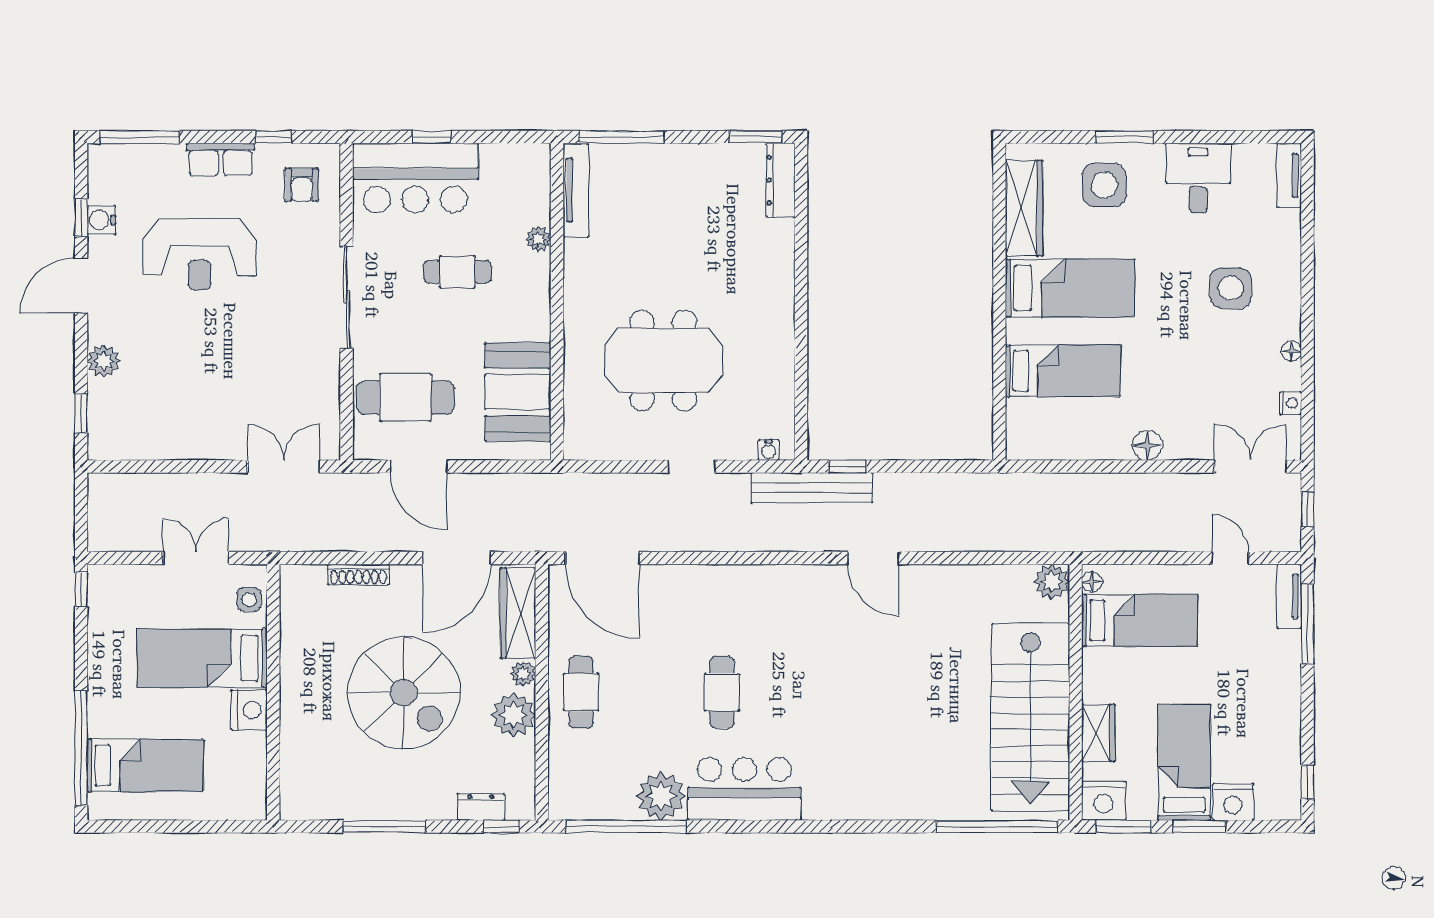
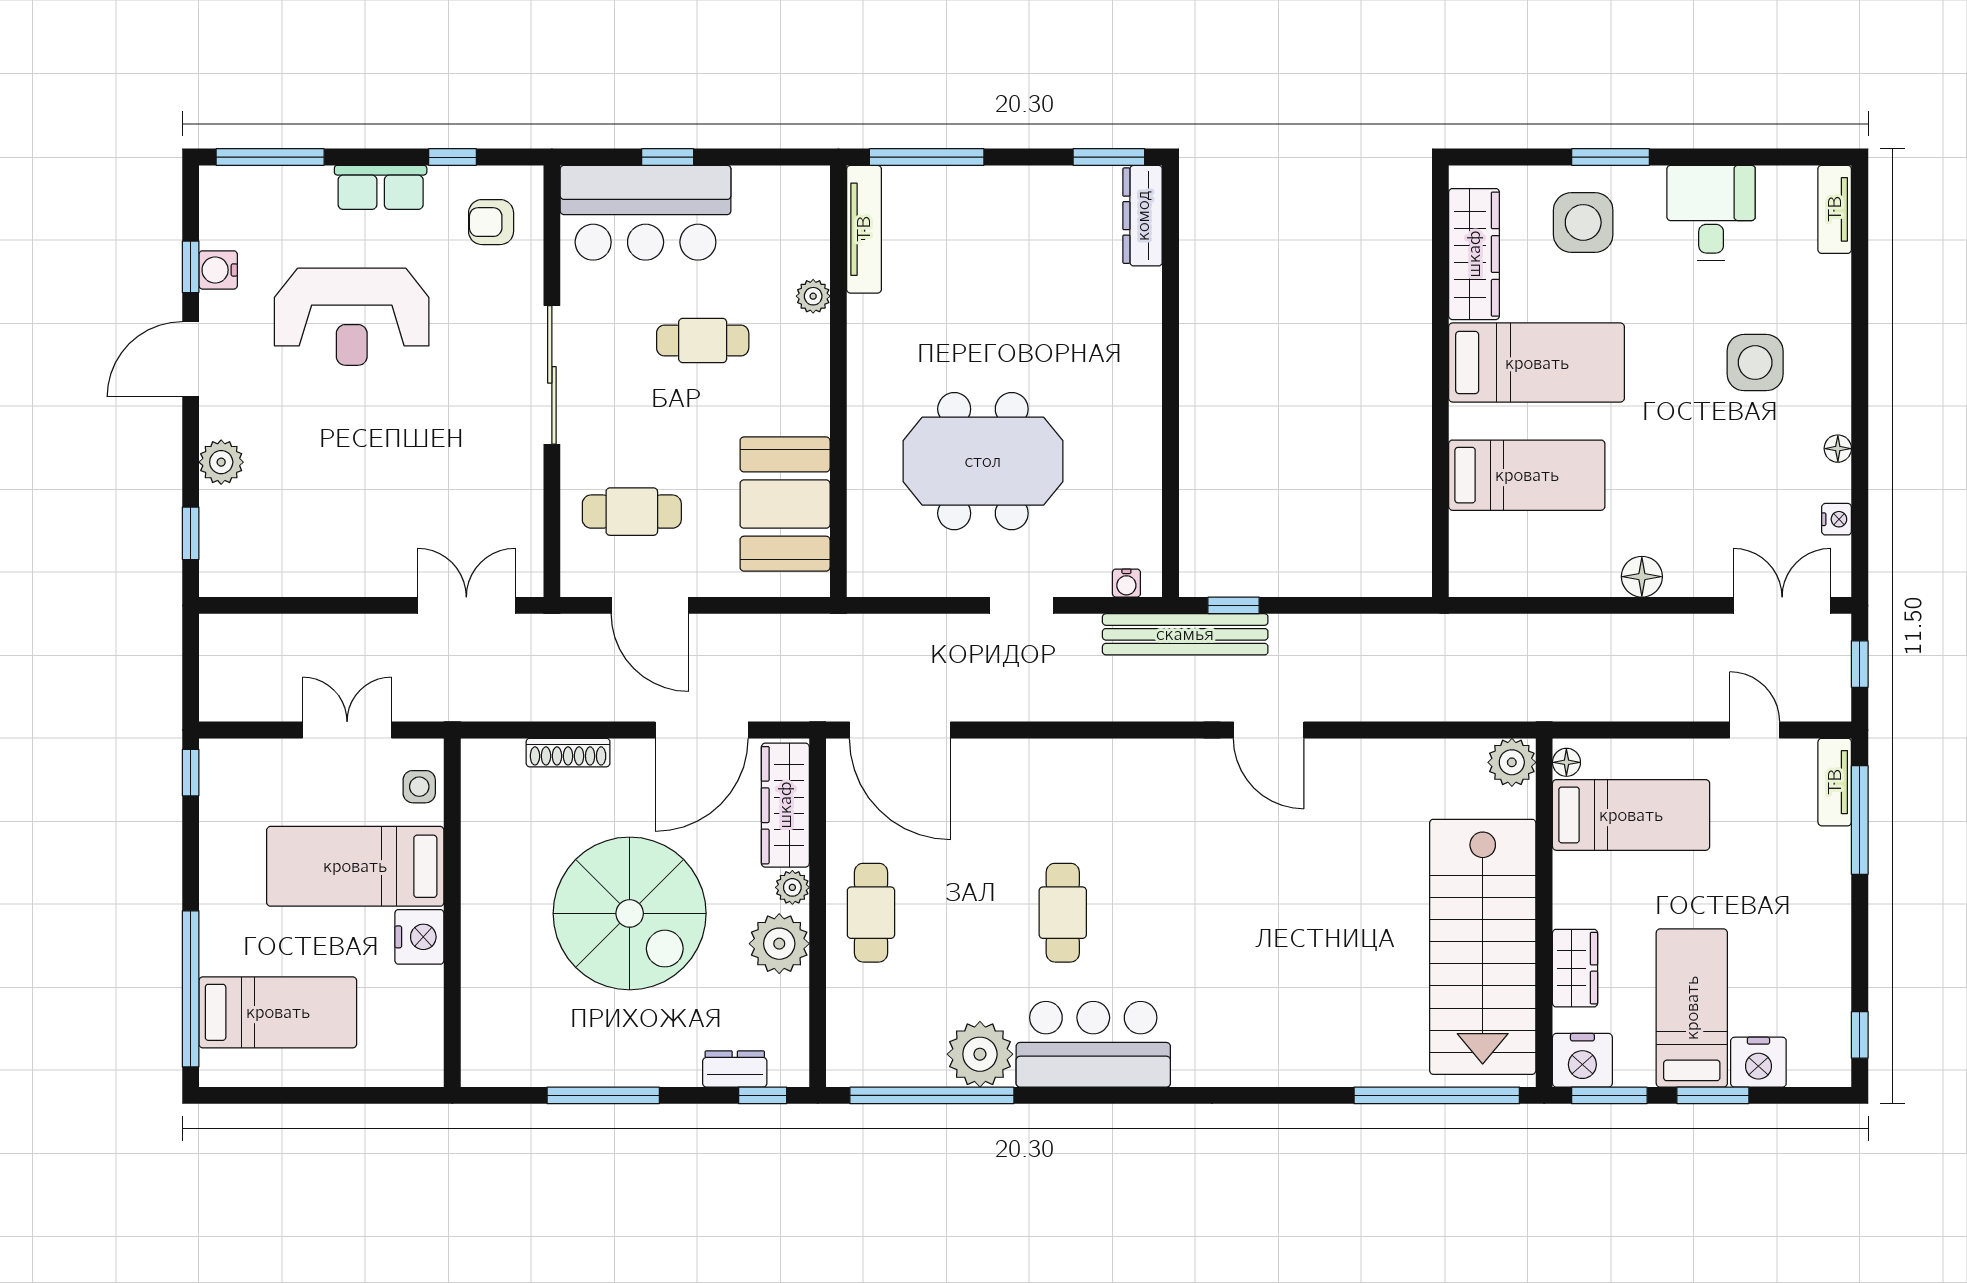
armchair: (302, 185) -> (491, 222), turned 90
cafe table: (405, 397) -> (632, 512), width x0.73, depth x0.74

